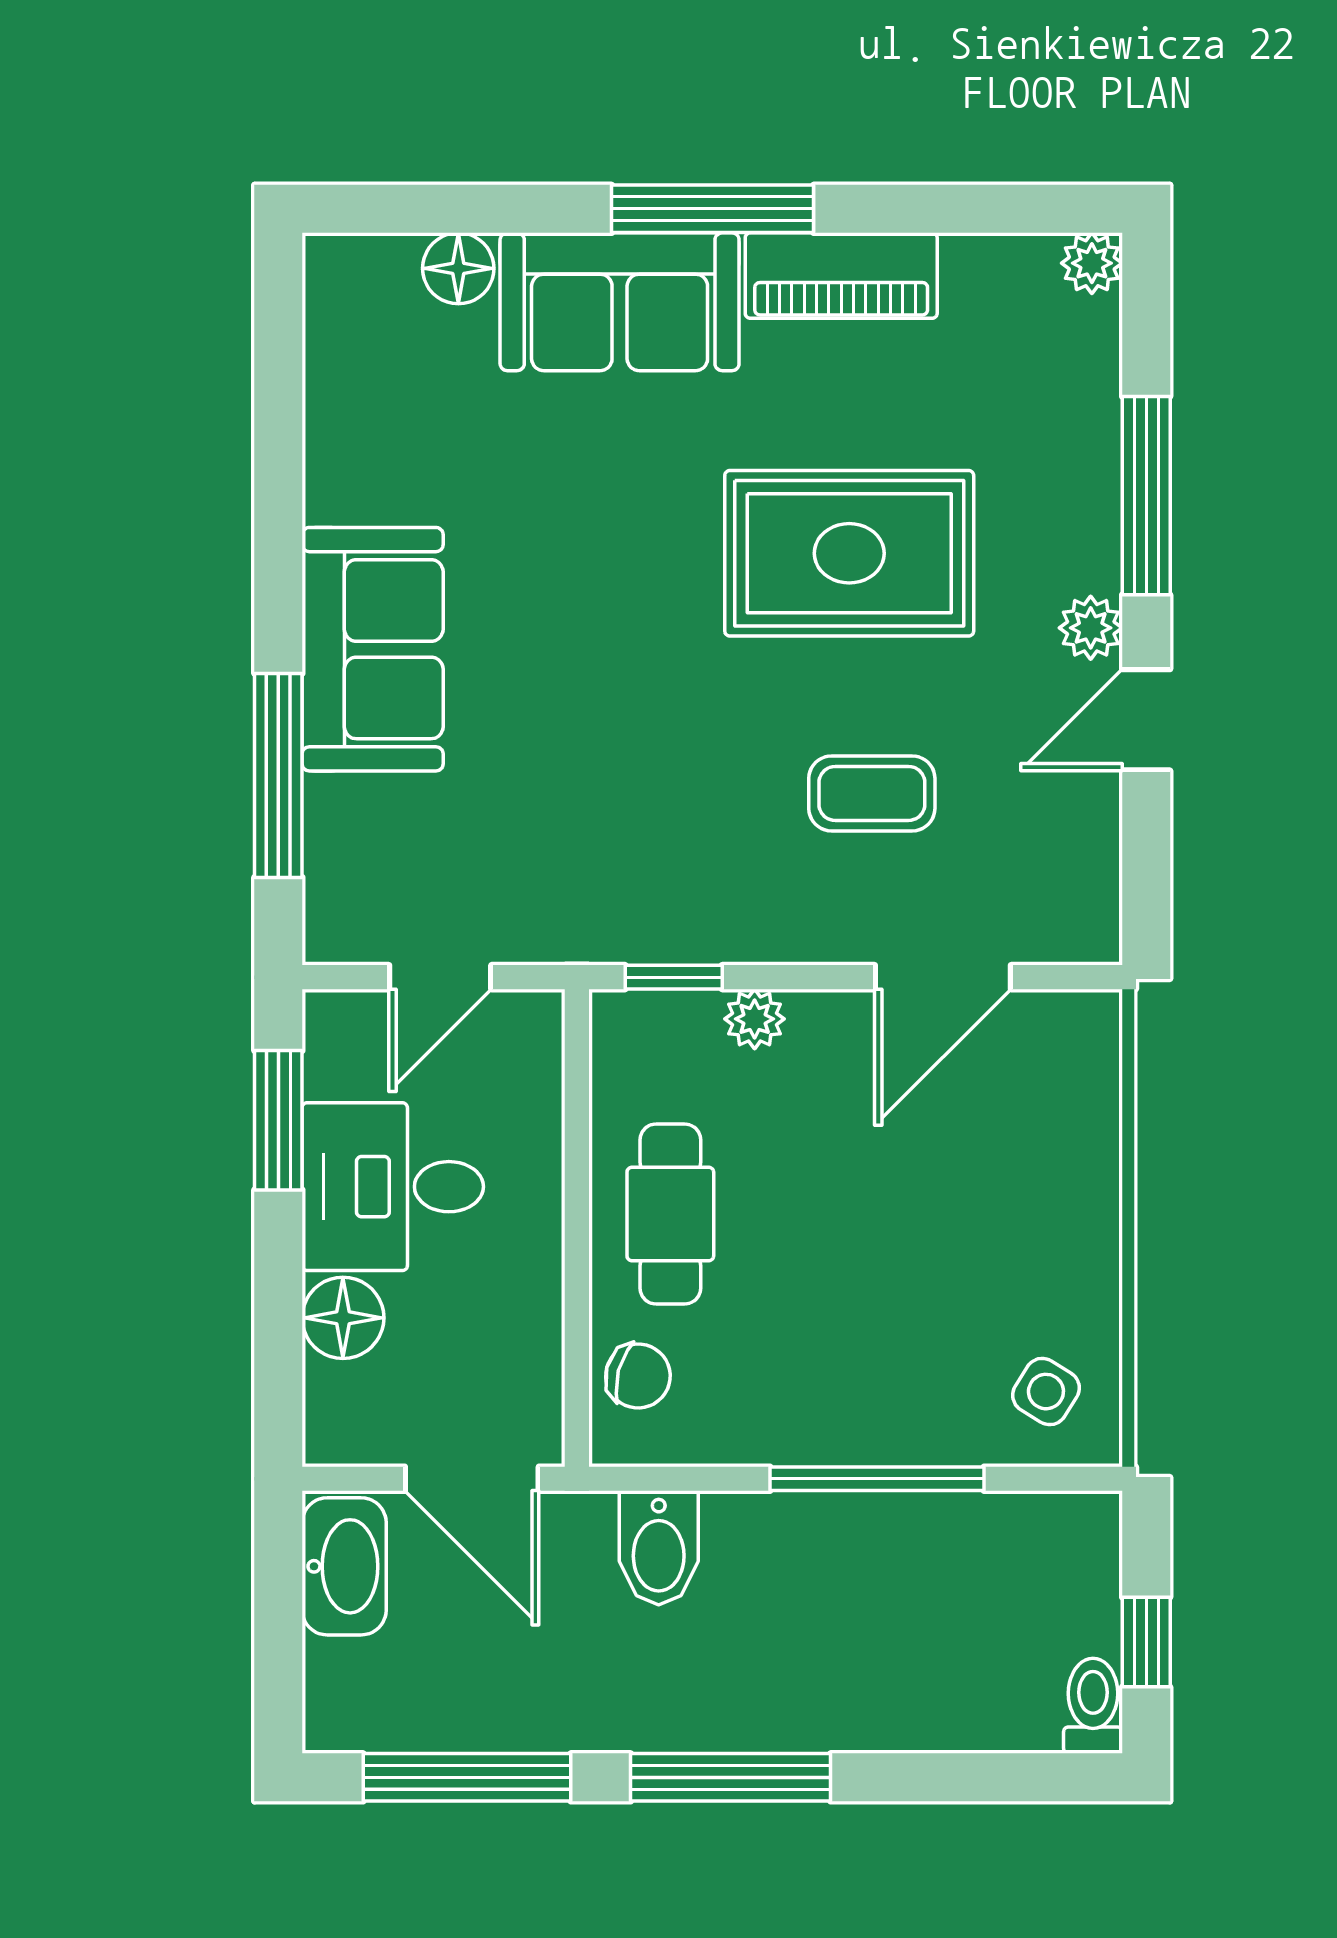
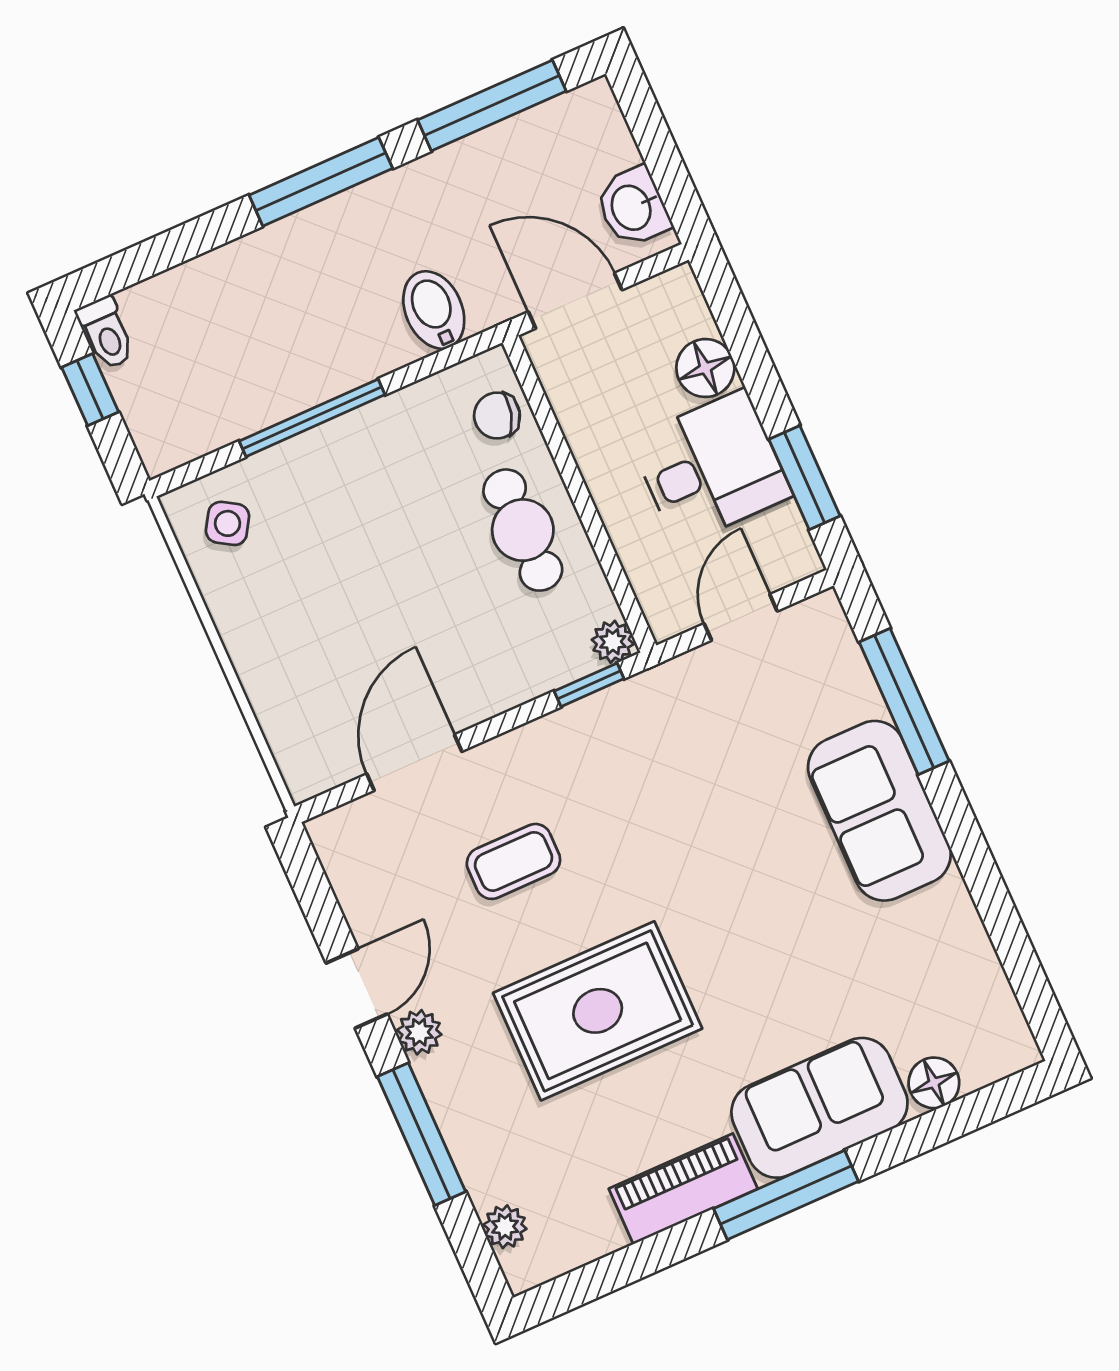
plant: (1092, 263) -> (505, 1227), moved
plant: (755, 1019) -> (613, 642), moved
washbasin: (344, 1566) -> (633, 207), width x0.72

